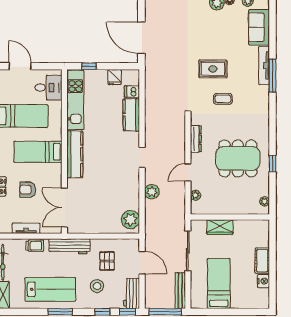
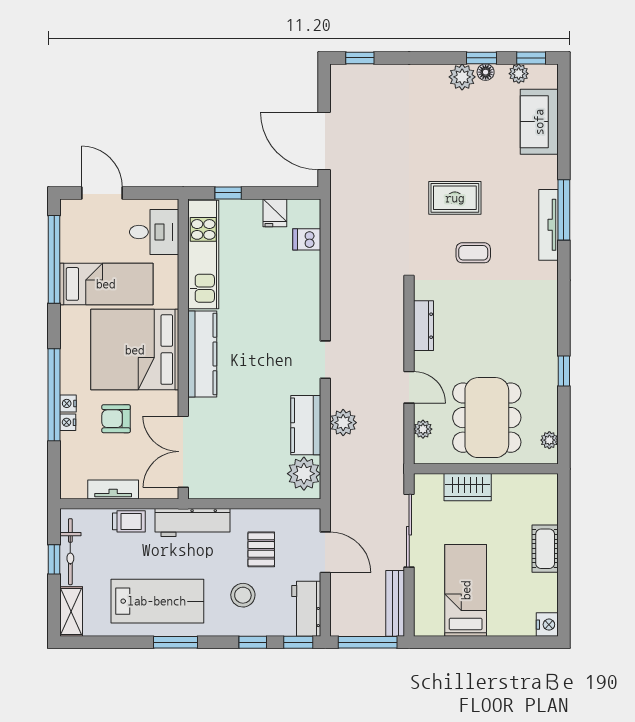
tv unit: (264, 66) -> (548, 225), moved
kitchen counter: (131, 115) -> (306, 425), moved
bed: (38, 152) -> (135, 350), width x2.04
dining table: (238, 158) -> (487, 418), moved, turned 90
door: (188, 172) -> (409, 387), swing flipped
nightstand: (263, 281) -> (547, 625), moved

